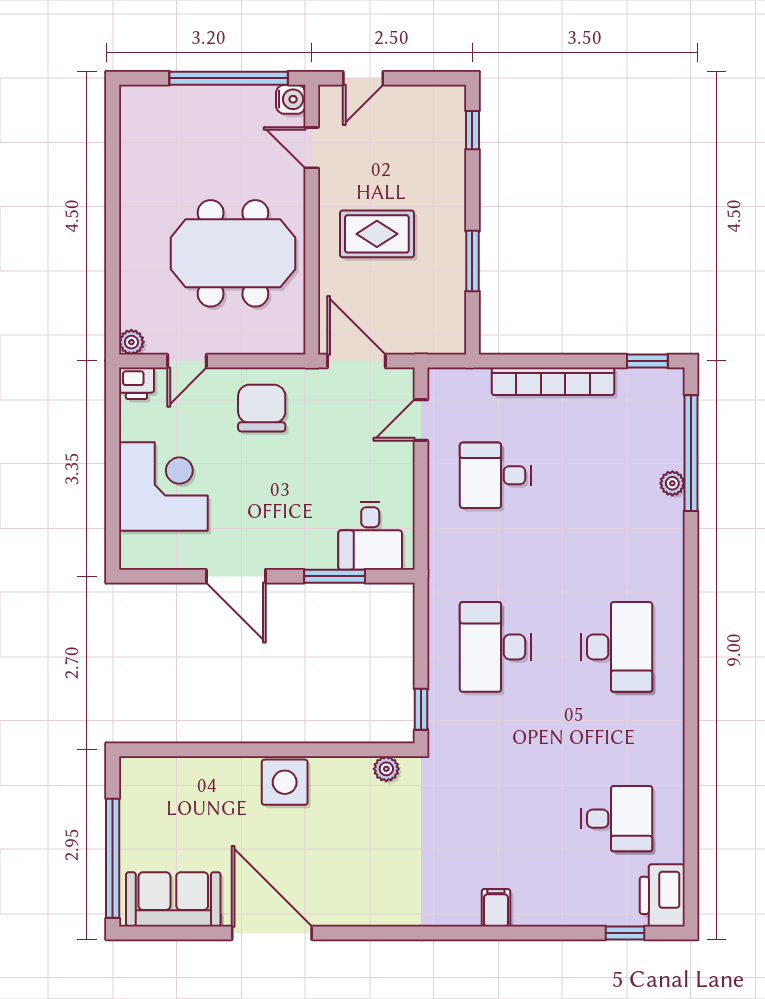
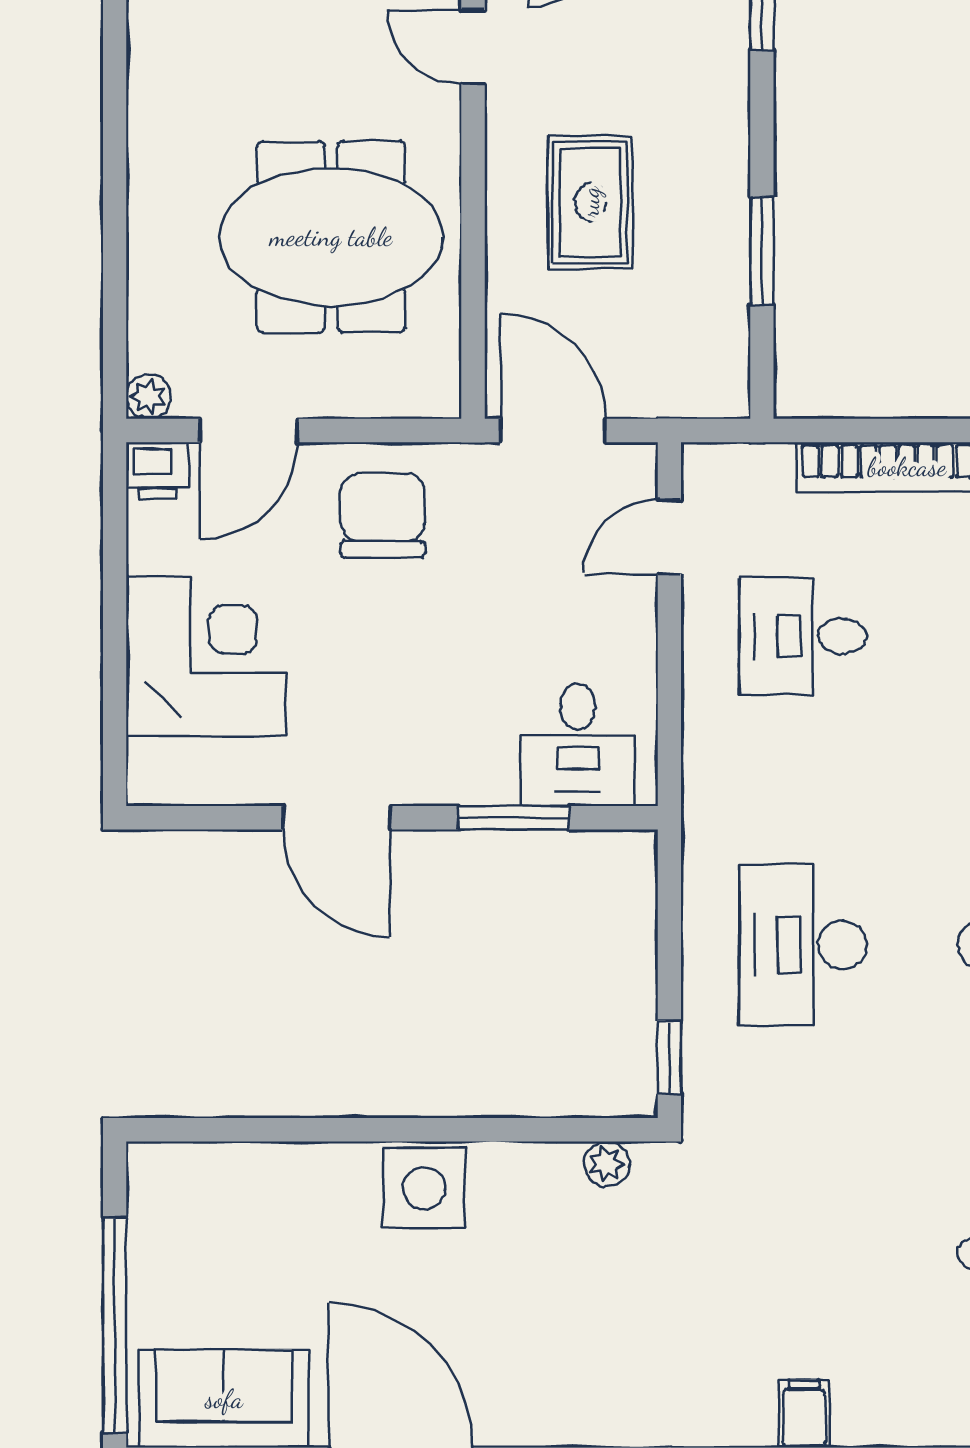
rug: (377, 234) -> (590, 202), turned 90
door: (187, 361) -> (249, 431), width x1.38

